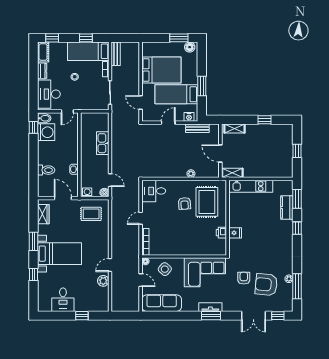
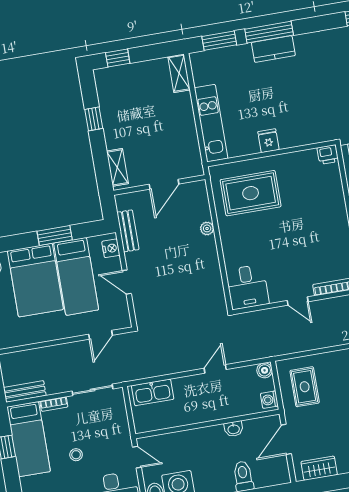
bed: (161, 70) -> (35, 280), moved, turned 180
kitchen sink: (103, 143) -> (153, 392), moved
window: (297, 151) -> (118, 58), moved
shelving: (232, 173) -> (179, 73), moved
door: (110, 180) -> (215, 369), moved
armchair: (185, 203) -> (260, 231), removed
kitchen counter: (287, 208) -> (273, 49), moved
window: (297, 228) -> (269, 32), width x2.17
printer: (221, 233) -> (328, 155), moved
fridge: (235, 233) -> (268, 141), moved

